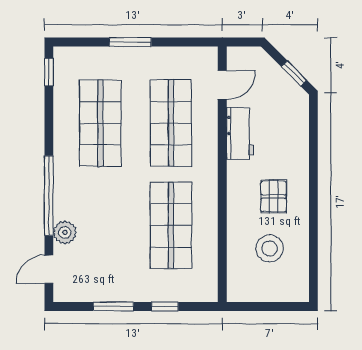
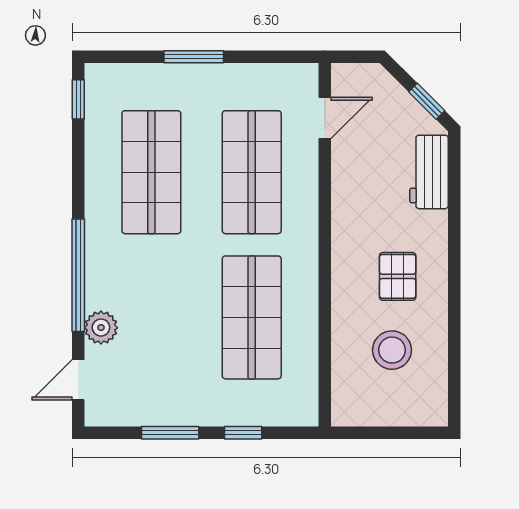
workbench: (240, 133) -> (429, 172), moved, turned 180

